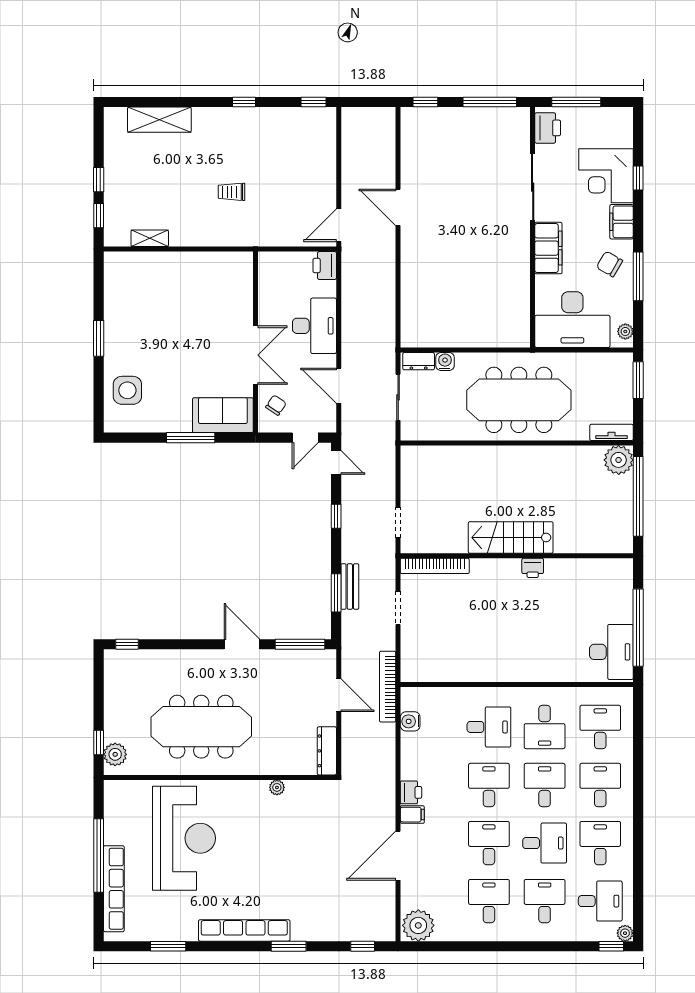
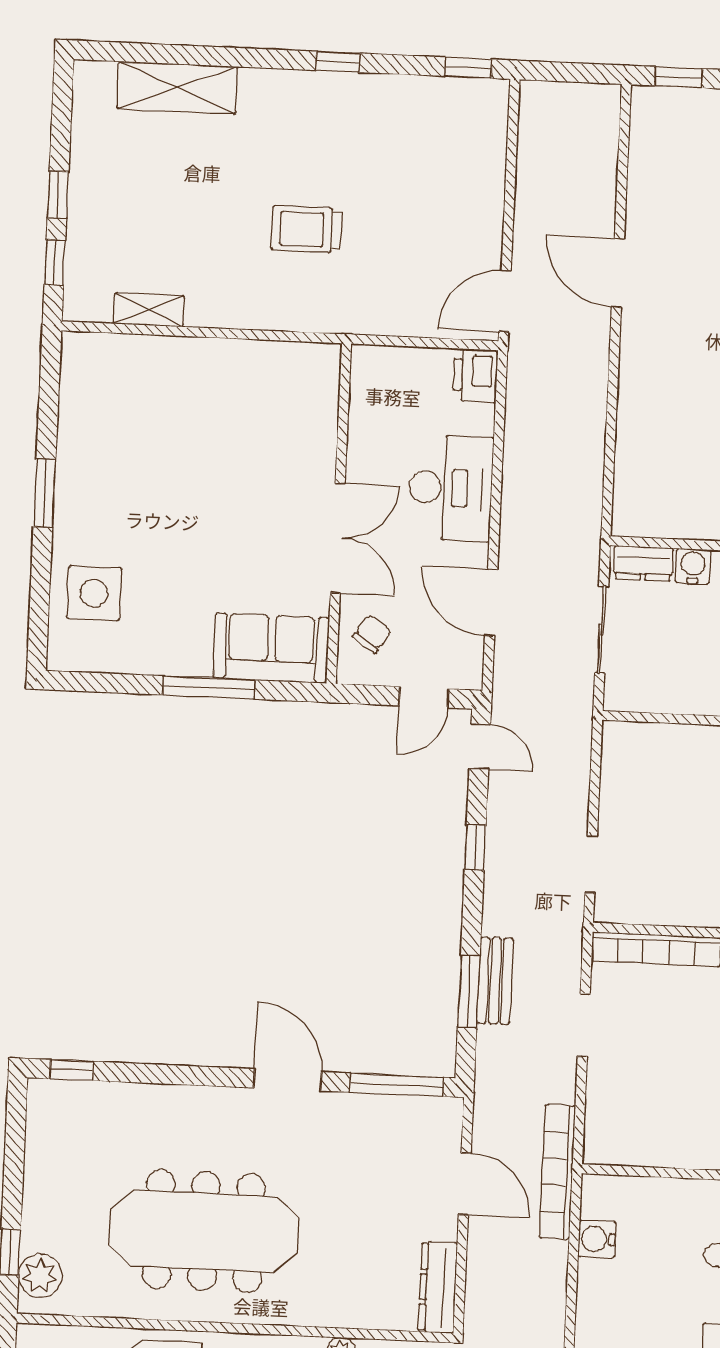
trolley: (232, 192) -> (307, 229), width x1.36, depth x1.39

